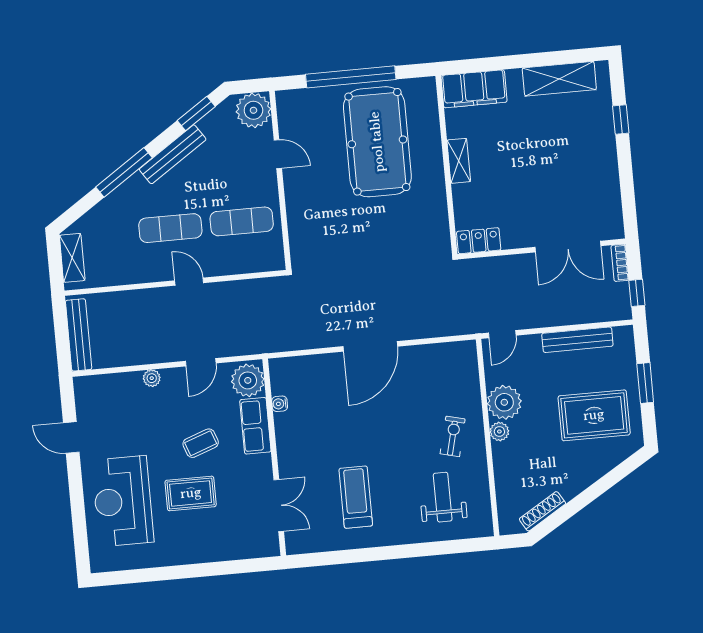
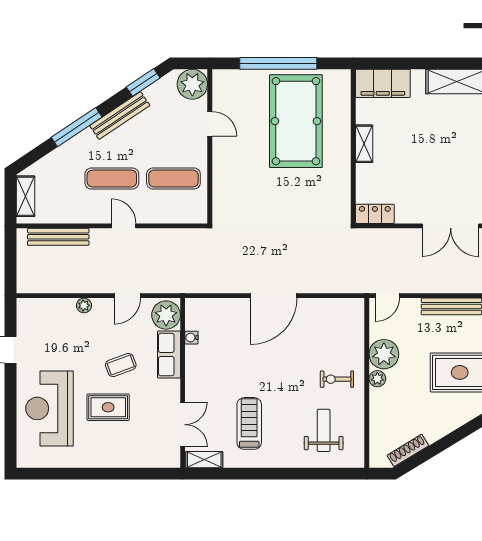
bench: (79, 335) -> (58, 237), moved, turned 90
exercise bike: (453, 436) -> (337, 379), turned -104
shelving: (308, 544) -> (204, 460), added

